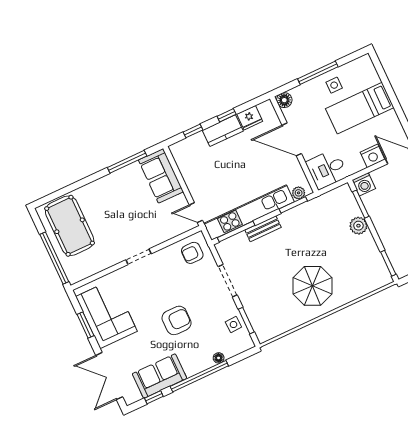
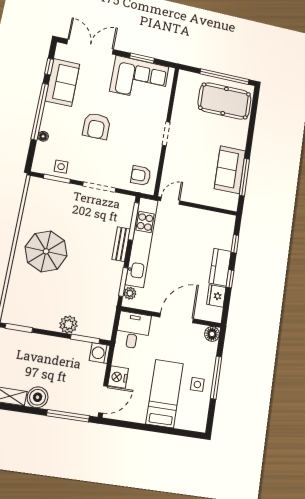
sofa: (161, 176) -> (230, 170), moved, turned -90
armchair: (192, 253) -> (141, 176), turned -90
window: (54, 258) -> (225, 77), moved

